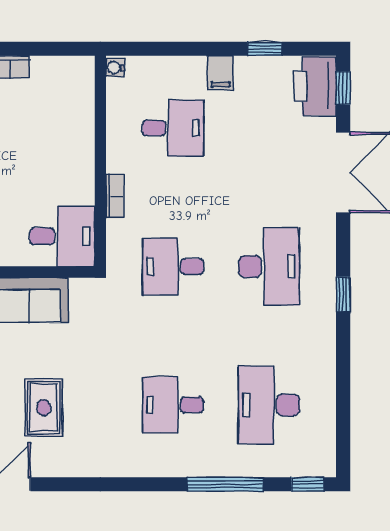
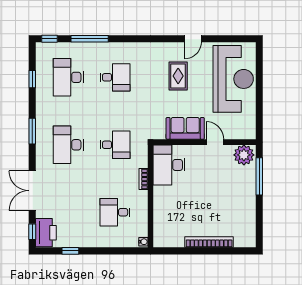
filing cabinet: (221, 73) -> (92, 239), removed
desk: (62, 236) -> (169, 165), width x1.37
window: (343, 294) -> (32, 131), width x1.50
window: (343, 401) -> (32, 79), added
desk: (269, 405) -> (68, 77), turned 180

